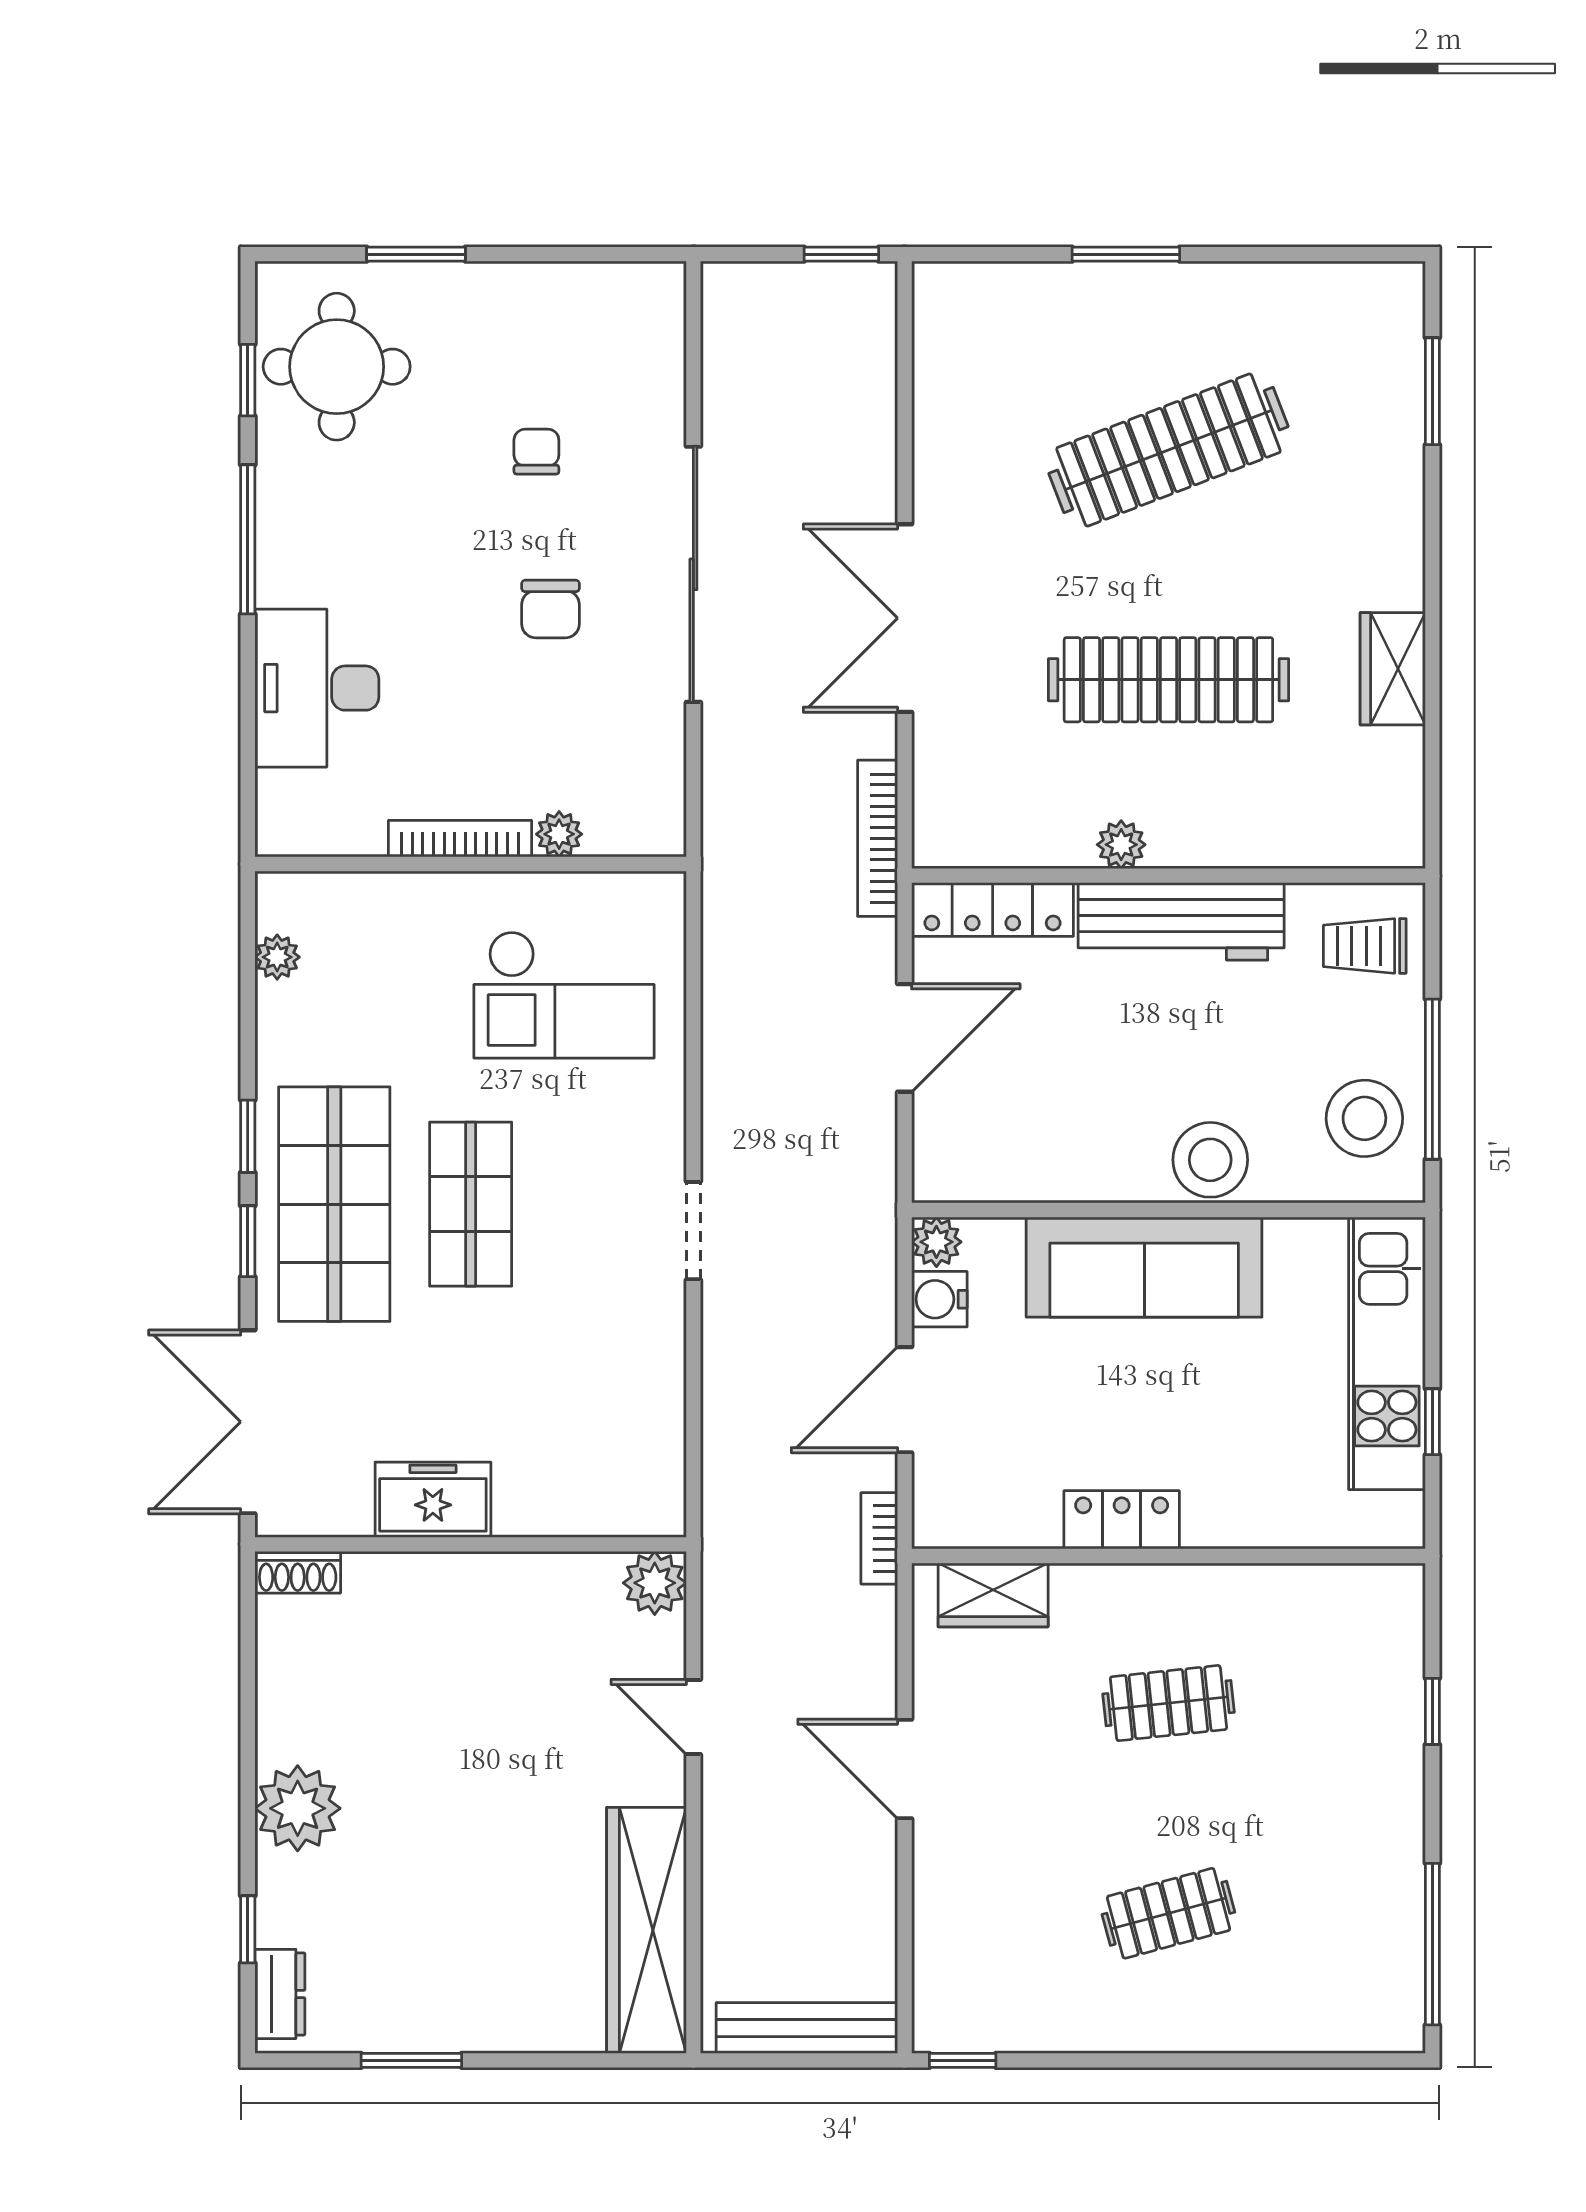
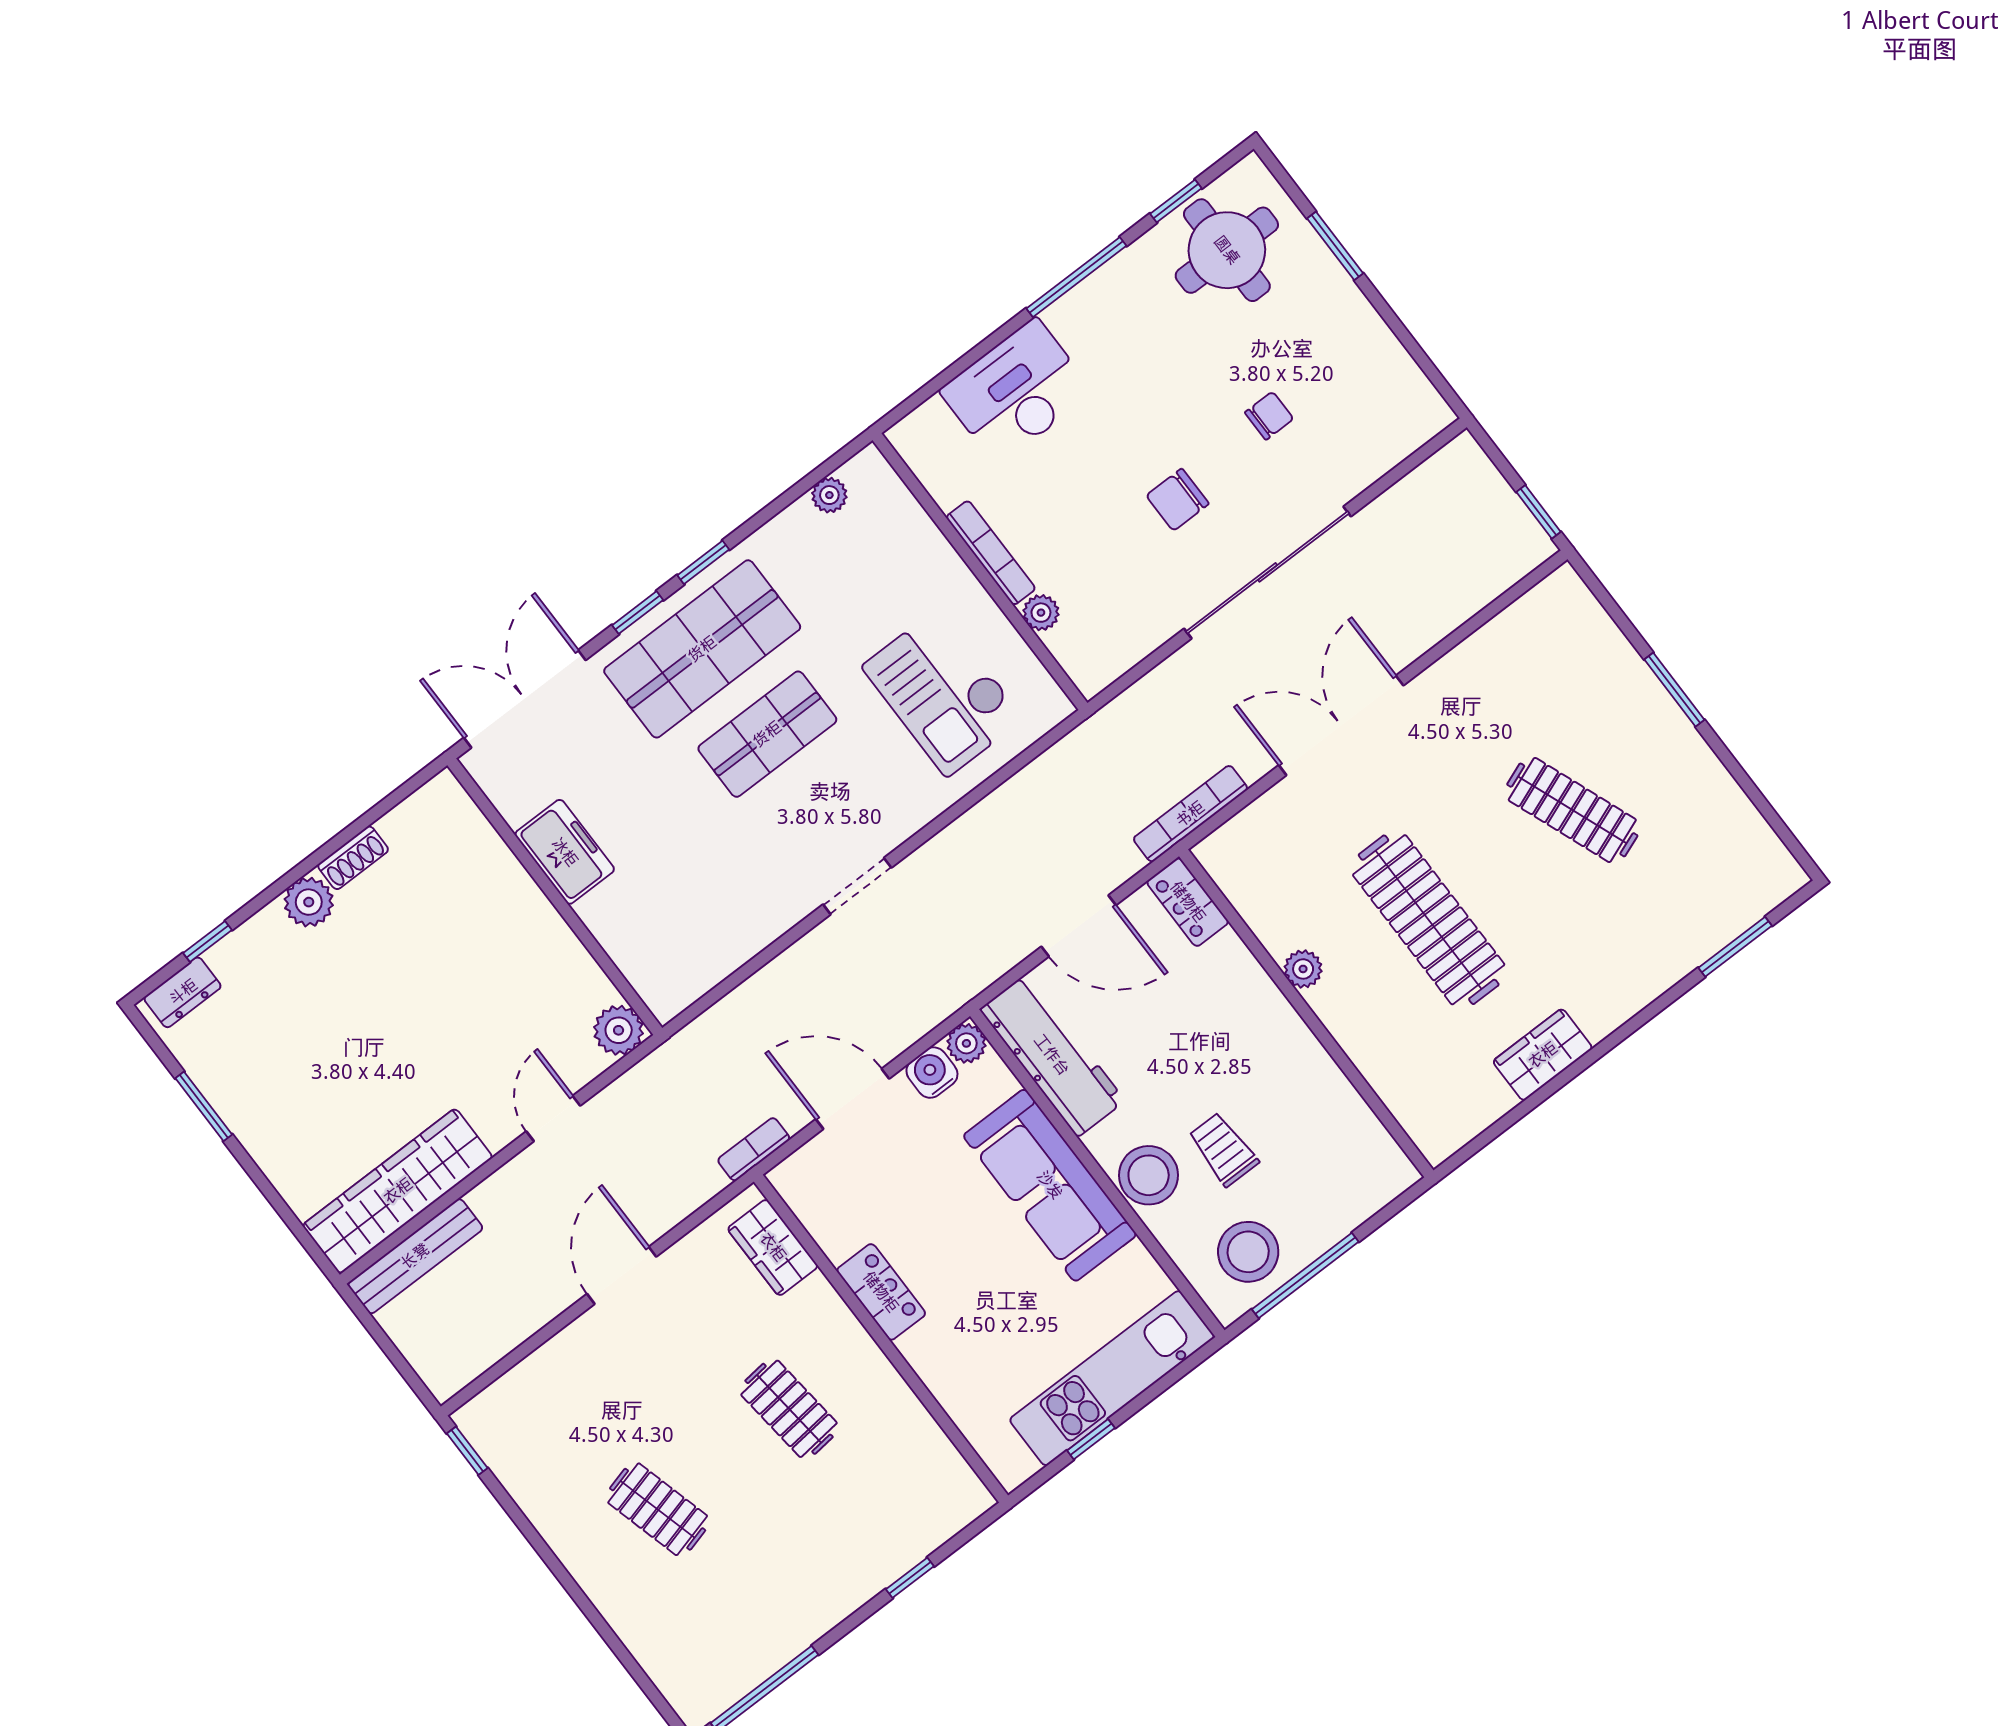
clothes rail: (1168, 450) -> (1572, 810), width x0.73, depth x0.76
locker: (993, 910) -> (1188, 902), width x0.66
workbench: (1181, 921) -> (1052, 1055), moved, turned 180
trolley: (1365, 946) -> (1223, 1149), moved
shoe rack: (298, 1572) -> (353, 858), moved, turned -90
plant: (298, 1808) -> (309, 902), width x0.73, depth x0.73
bench: (807, 2028) -> (415, 1256), moved, turned 90

